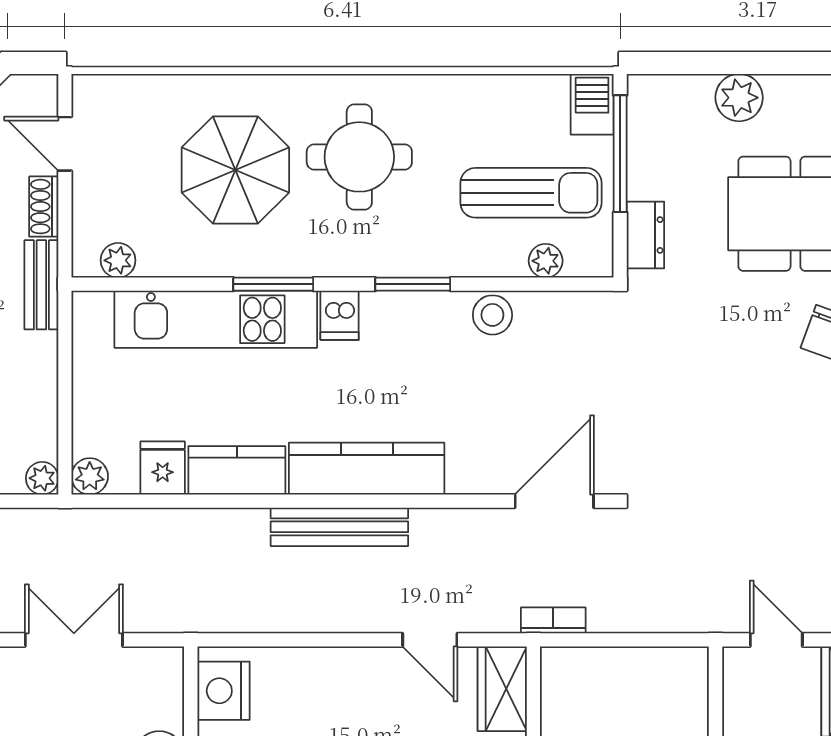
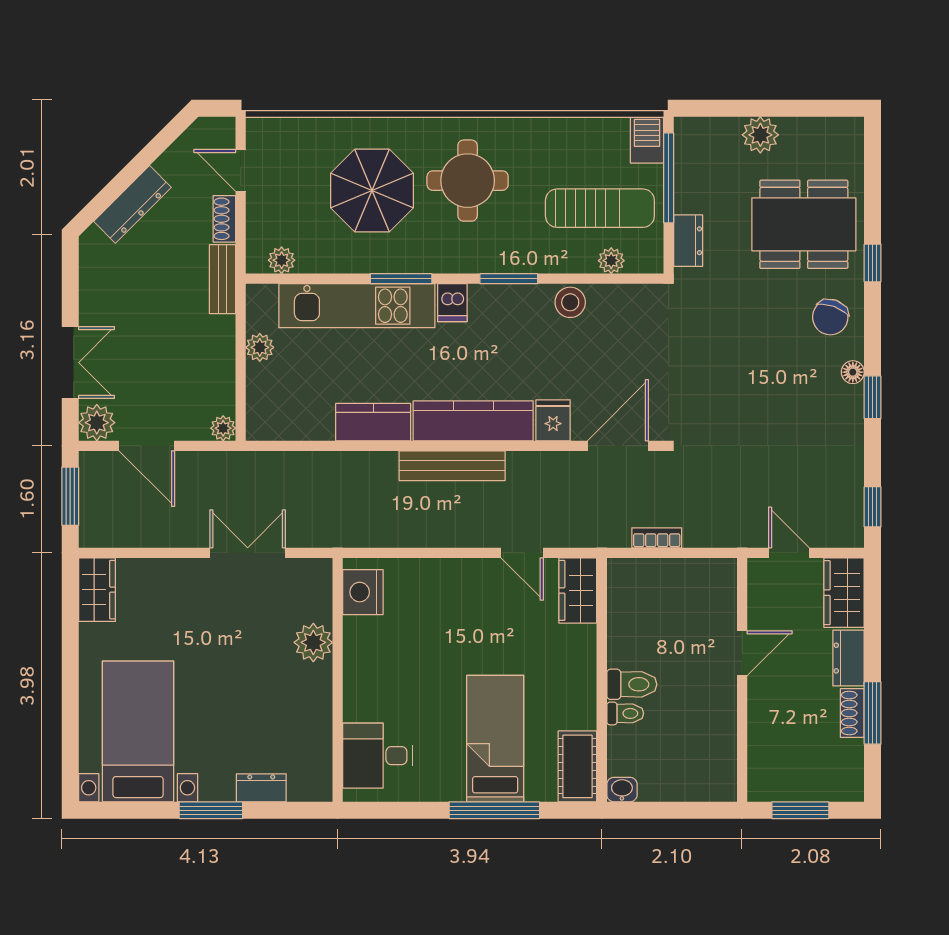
fridge: (163, 468) -> (553, 420), moved
plant: (90, 476) -> (260, 347), moved
bookcase: (553, 620) -> (657, 538), moved

